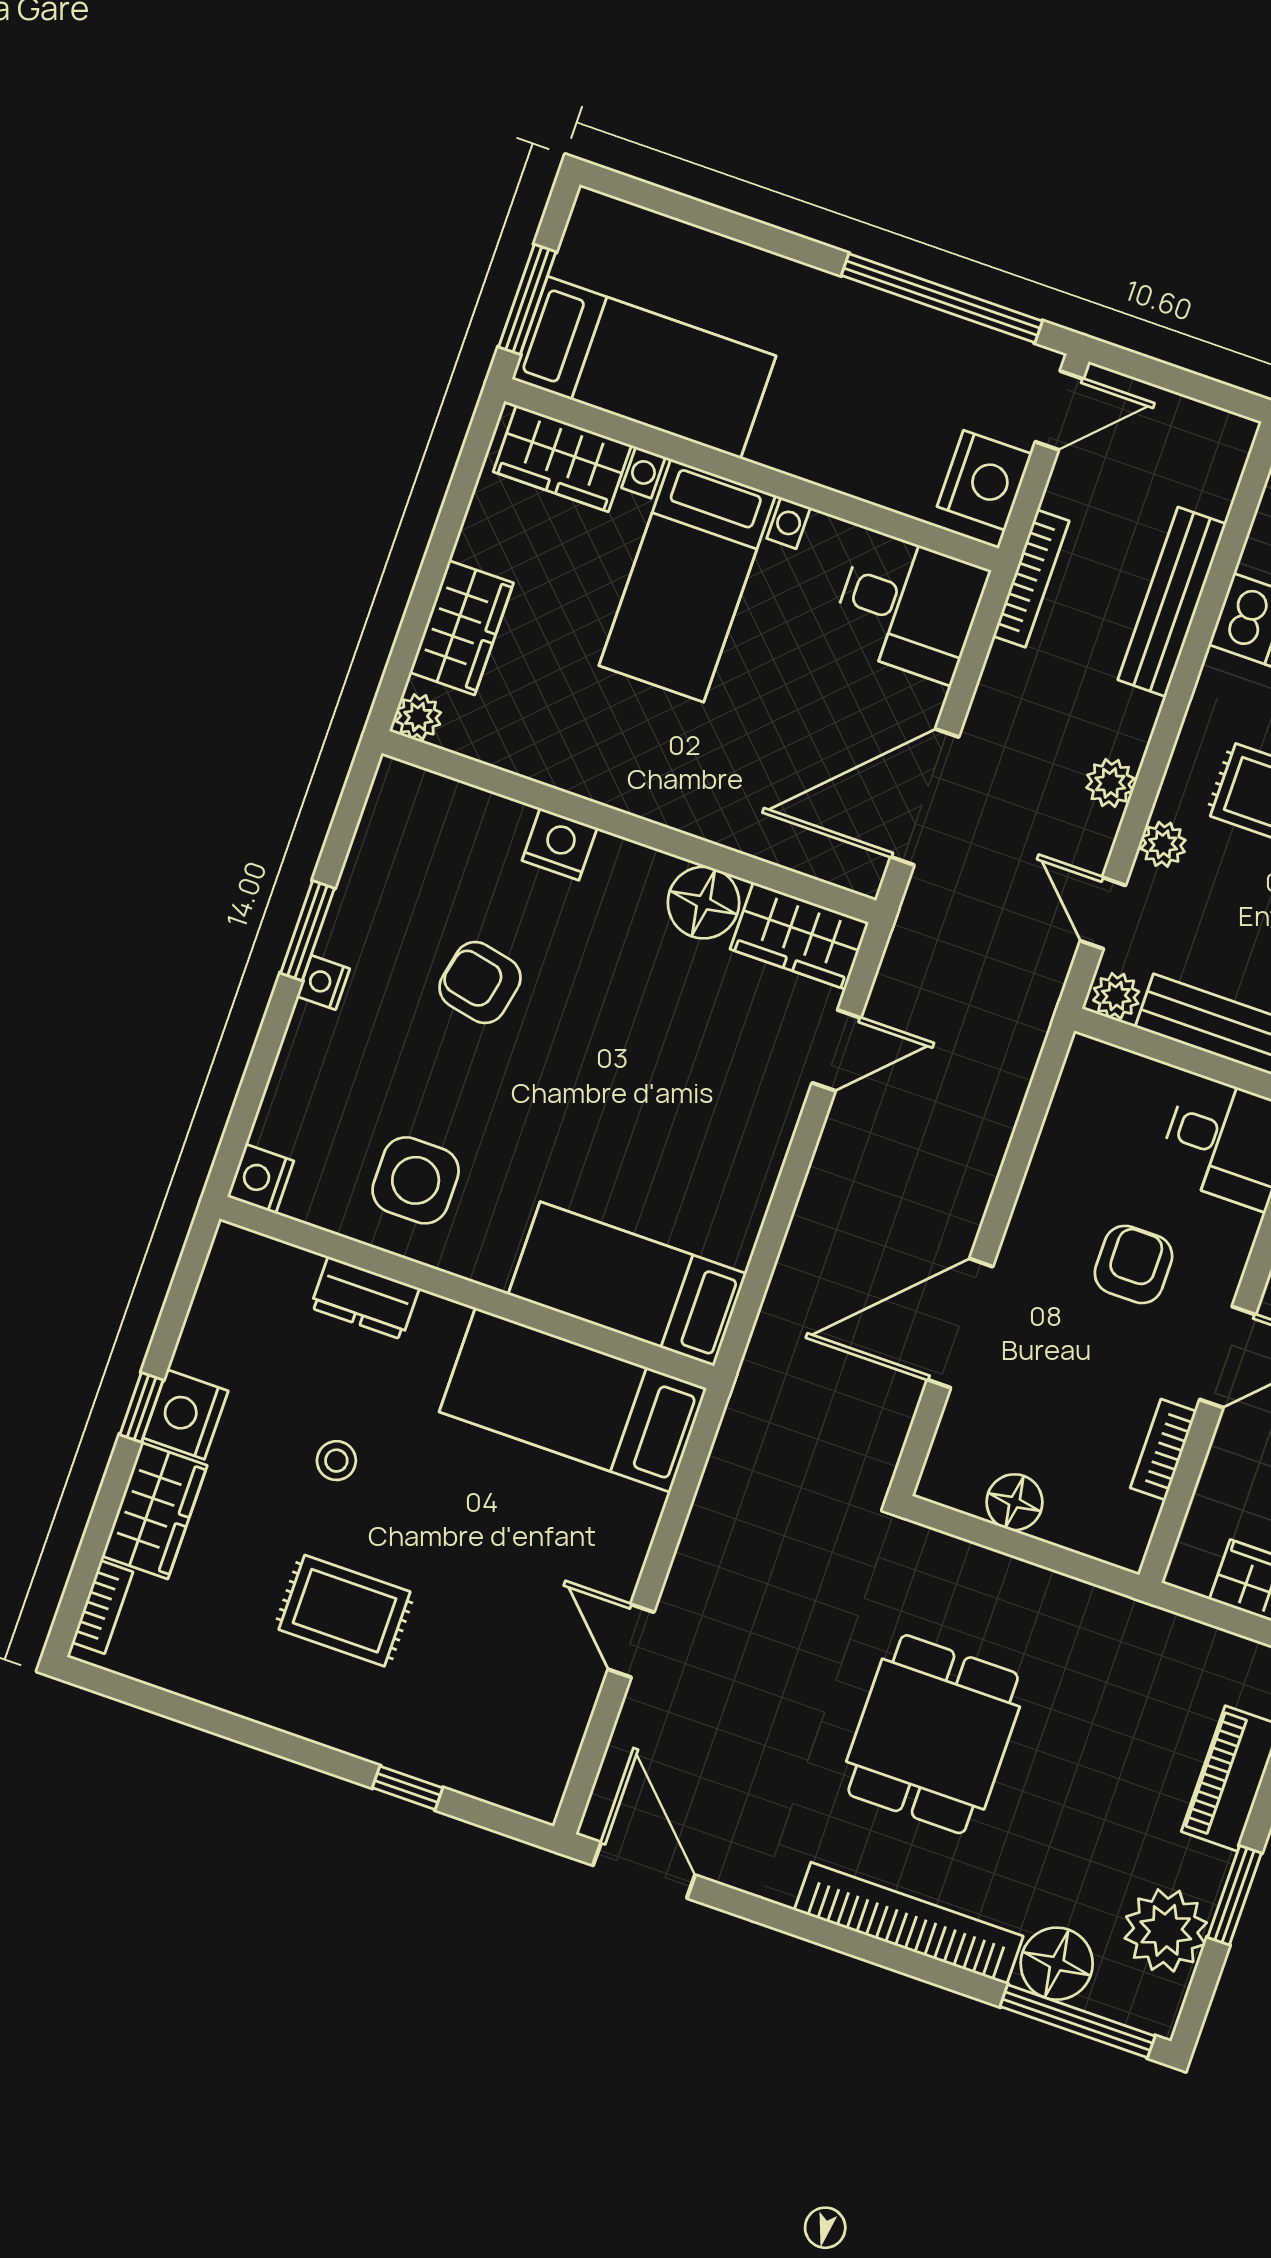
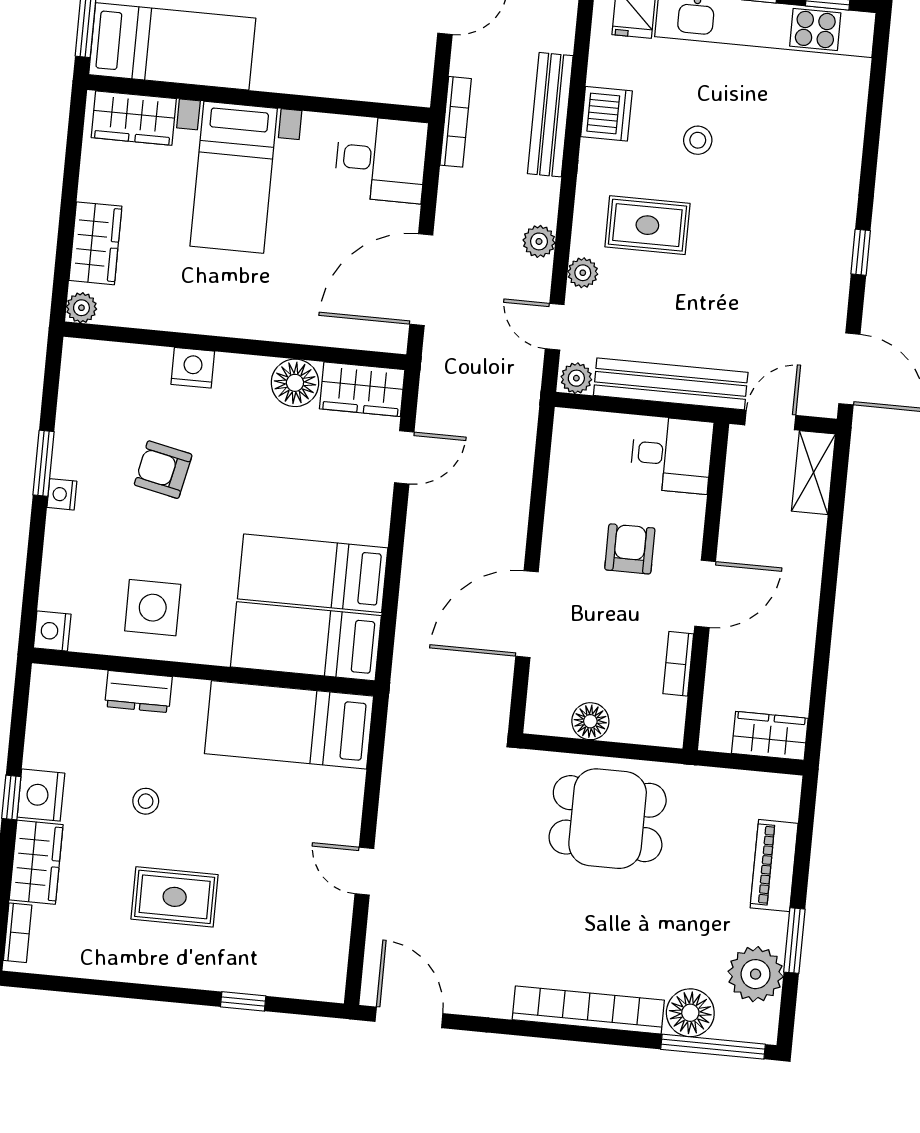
nightstand: (984, 480) -> (410, 66), removed
bed: (661, 1187) -> (313, 573), added
dining table: (933, 1734) -> (608, 819), moved, turned 90

